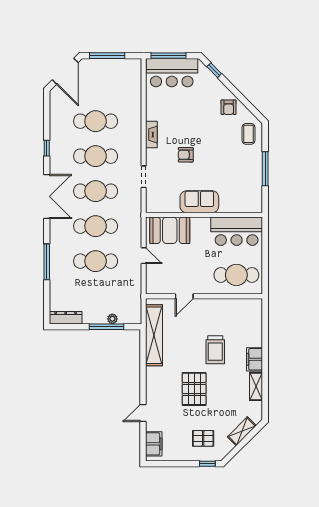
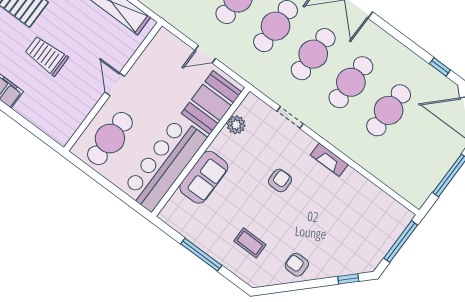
bar counter: (172, 73) -> (380, 231), removed
coffee table: (249, 134) -> (250, 243), moved
window: (47, 148) -> (440, 67), moved
sofa: (199, 202) -> (204, 177), moved
plant: (172, 206) -> (236, 125), added
bar counter: (237, 231) -> (164, 164), width x1.36
door: (184, 296) -> (115, 84), moved

